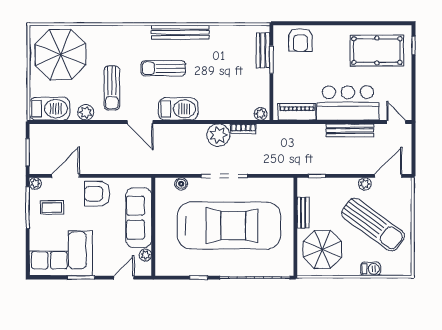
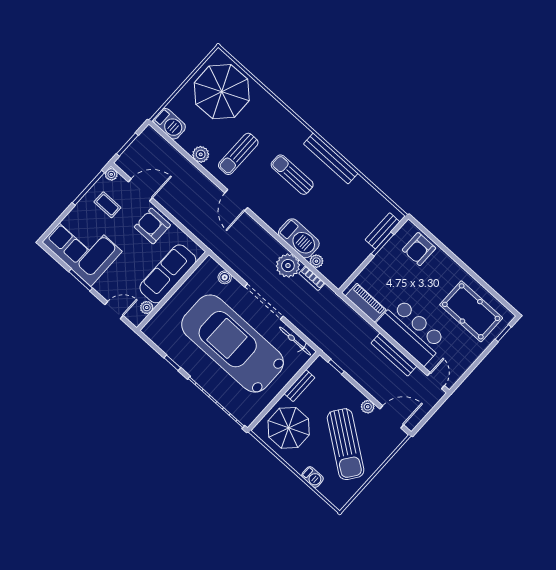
barbecue: (50, 109) -> (169, 124), width x0.73, depth x0.83
barbecue: (178, 109) -> (299, 238), moved
plant: (261, 114) -> (316, 261), moved
bicycle: (271, 184) -> (295, 341), added
car: (229, 226) -> (233, 344), turned 180

